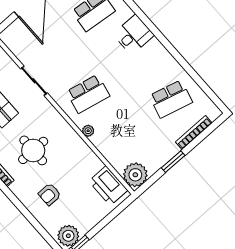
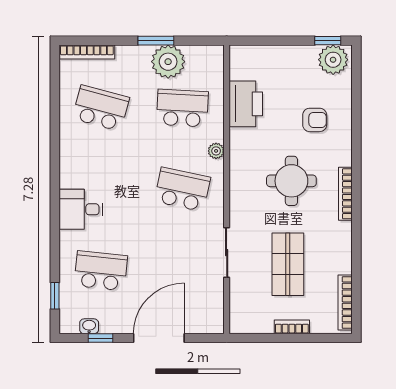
bookcase: (194, 133) -> (87, 52), moved
school desk: (127, 138) -> (182, 108), added
plant: (135, 175) -> (168, 62), moved
printer: (108, 186) -> (246, 104), moved

